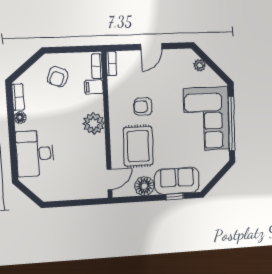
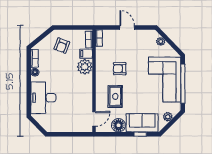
door: (151, 47) -> (127, 28), swing flipped
plant: (94, 123) -> (85, 67), moved
rug: (138, 146) -> (115, 96), width x0.73, depth x0.70
plant: (212, 170) -> (168, 117), added

